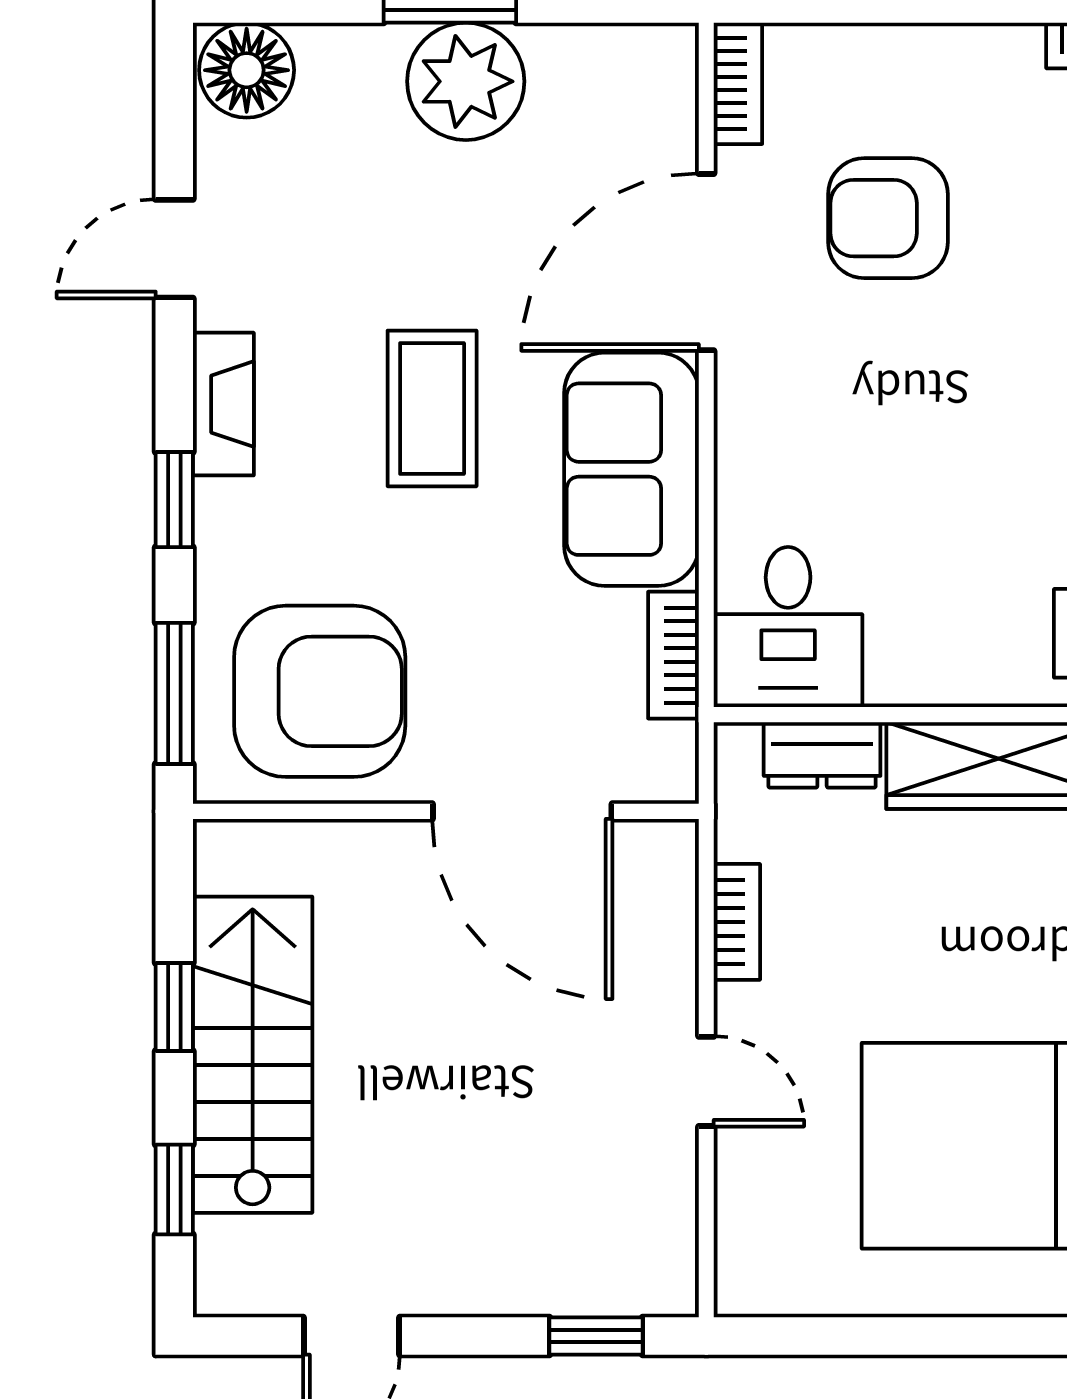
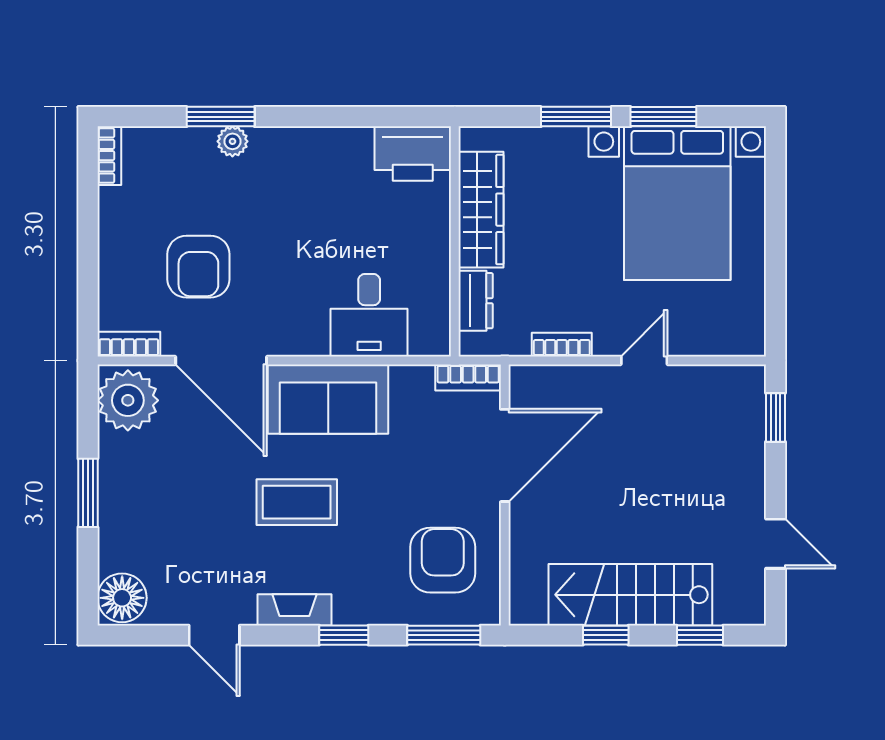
plant: (466, 81) -> (128, 400), moved
desk: (788, 627) -> (369, 315), moved, turned 90
bookcase: (673, 655) -> (468, 377), moved
armchair: (320, 691) -> (443, 560), width x0.73, depth x0.73

